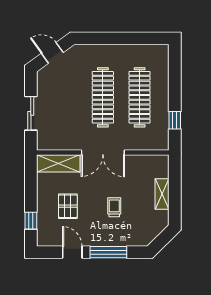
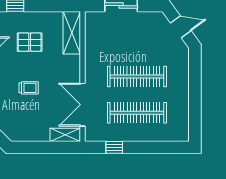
door: (52, 53) -> (181, 27), hinge flipped
double door: (103, 153) -> (82, 105), moved
shelving: (162, 194) -> (65, 135), moved

